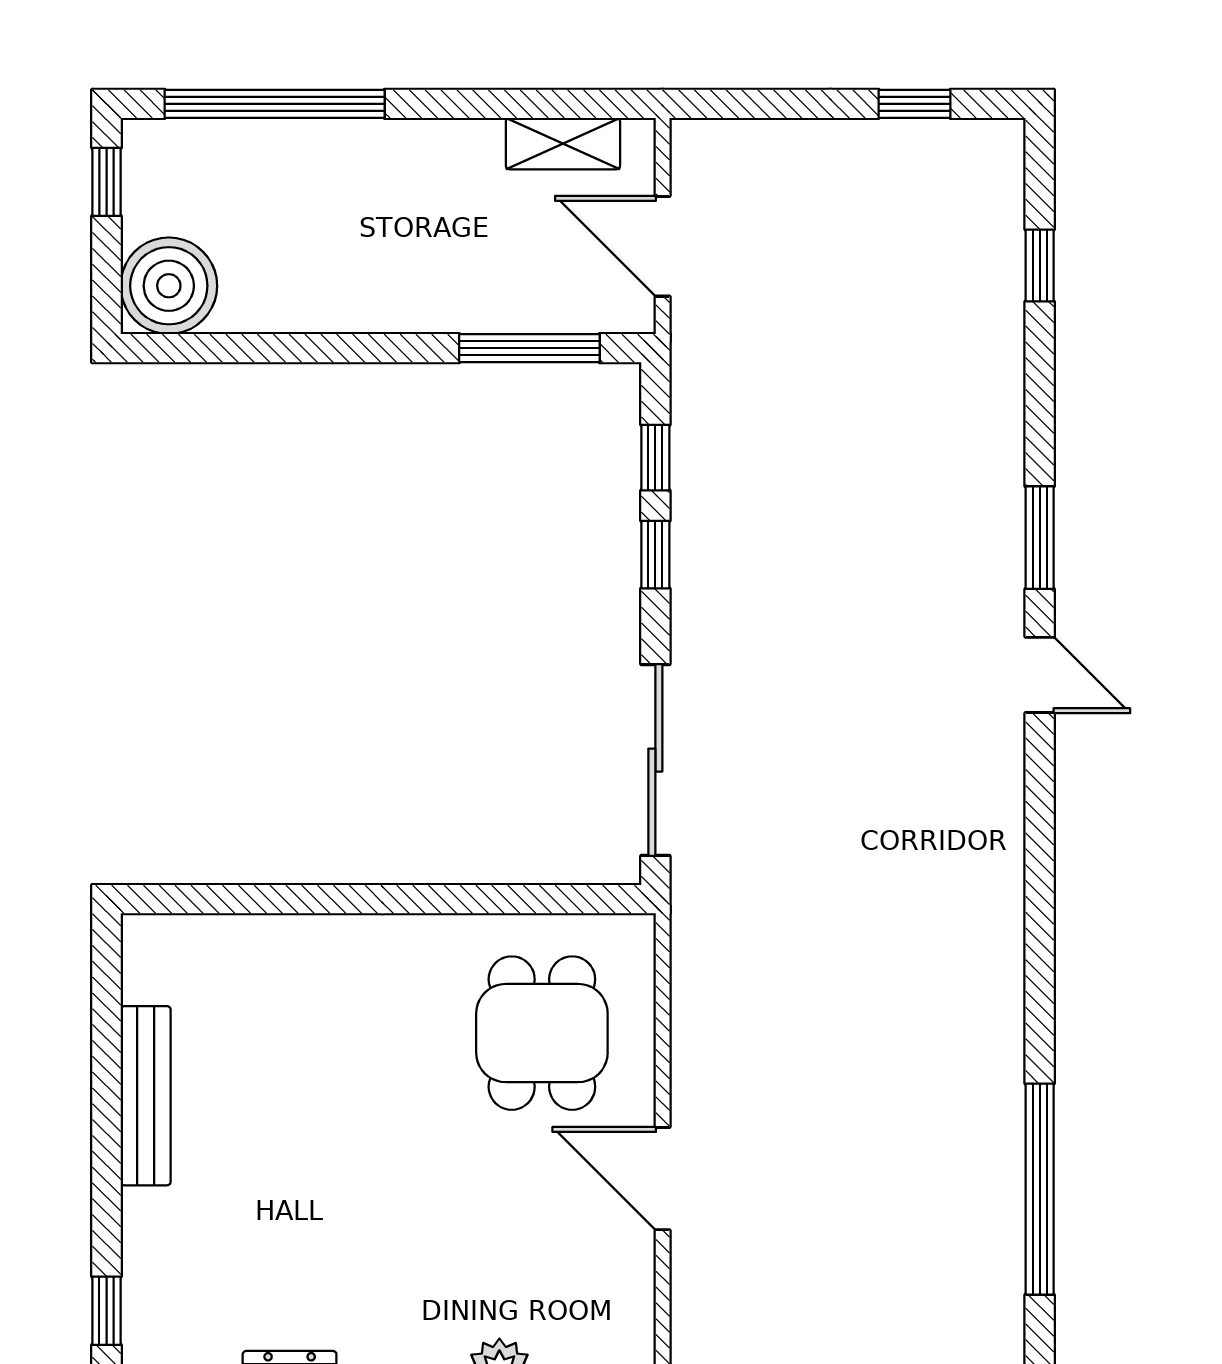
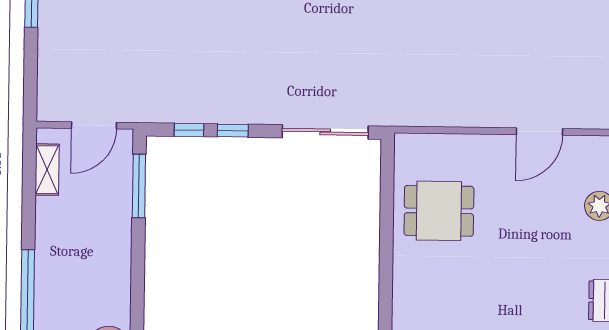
dining table: (542, 1033) -> (439, 211), moved
door: (663, 1179) -> (539, 132), moved

